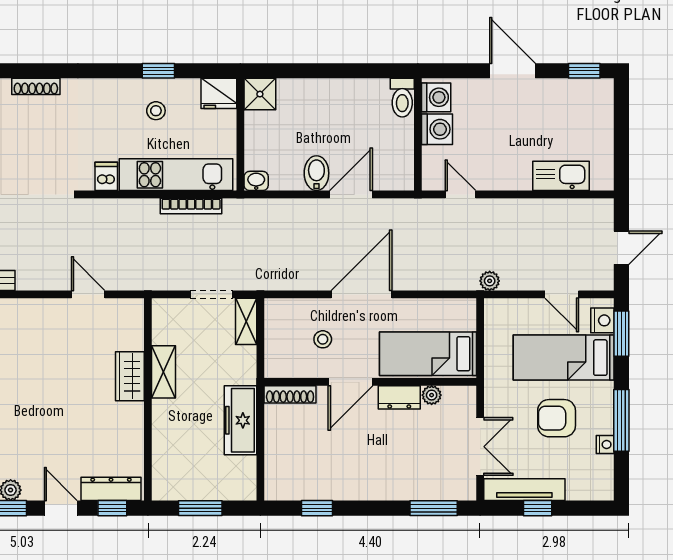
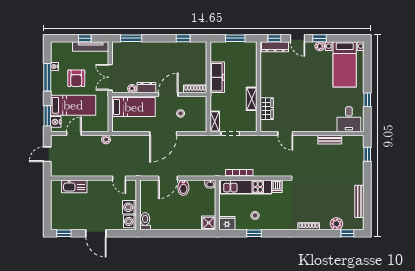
door: (562, 294) -> (74, 133), hinge flipped
wardrobe: (130, 376) -> (267, 109), moved
armchair: (557, 418) -> (76, 78), turned 90
double door: (480, 447) -> (110, 77), moved

